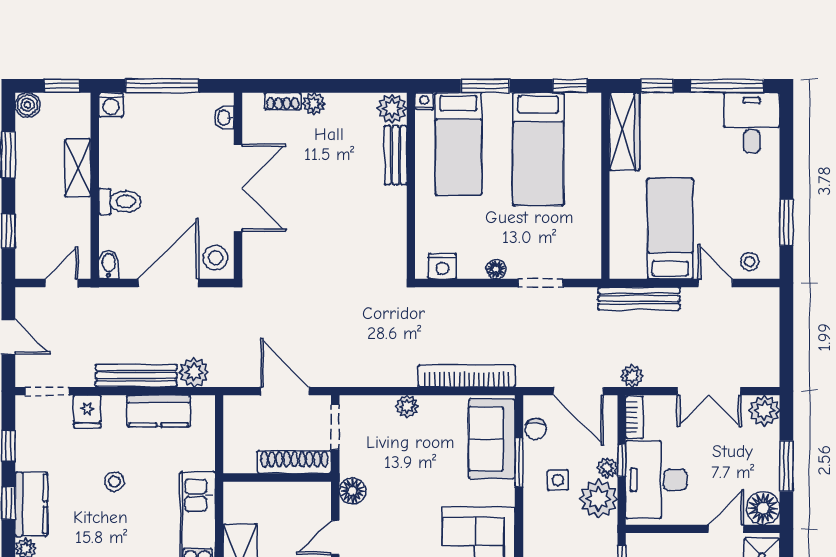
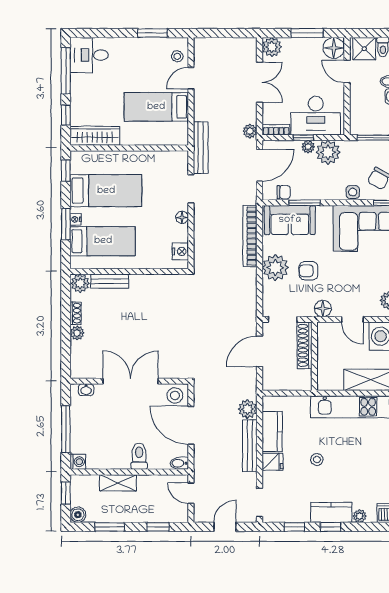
shoe rack: (283, 101) -> (76, 313), moved
nightstand: (424, 101) -> (76, 219), moved
bench: (639, 299) -> (201, 148), moved
plant: (407, 406) -> (275, 268), width x1.88, depth x1.88
fridge: (87, 411) -> (272, 462), moved
armchair: (412, 468) -> (309, 271), added
side table: (558, 480) -> (353, 192), moved

